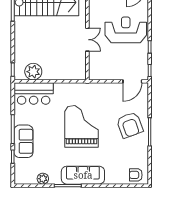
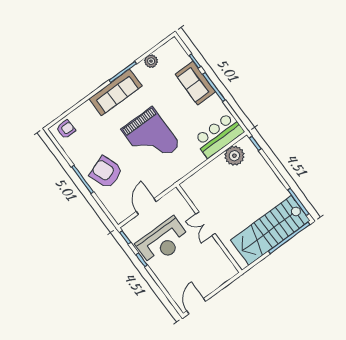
reception desk: (126, 30) -> (163, 242), moved
door: (132, 81) -> (146, 206), moved

